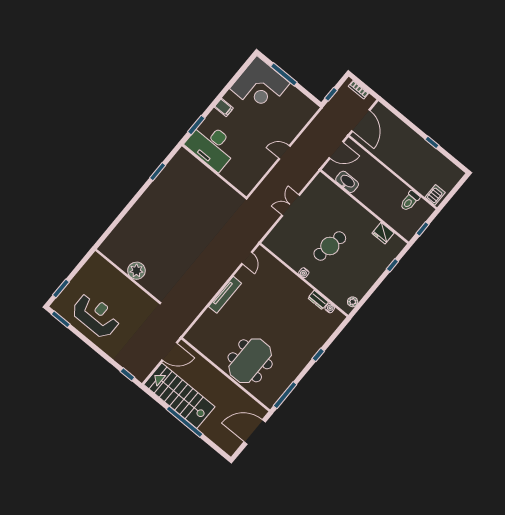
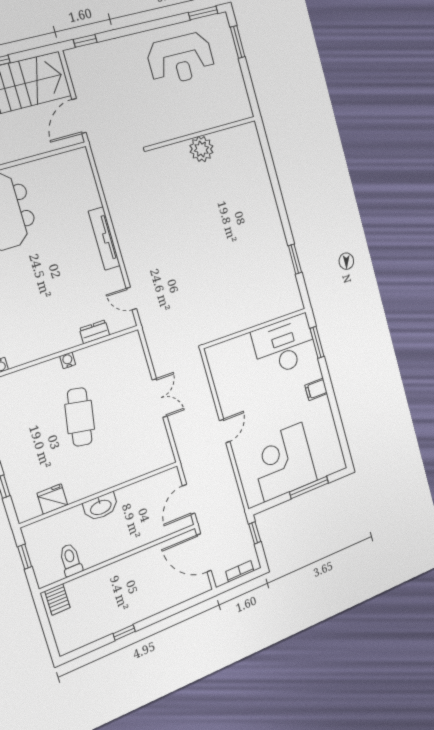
corner desk: (260, 86) -> (283, 462), moved
washbasin: (347, 182) -> (101, 507), moved
dresser: (318, 300) -> (94, 332), moved

